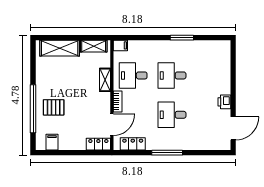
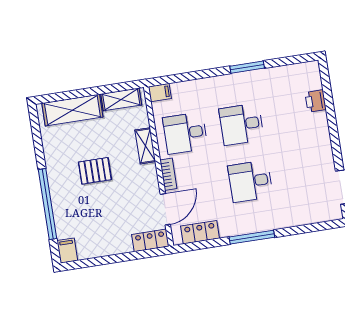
printer: (224, 102) -> (316, 101), moved
pallet: (54, 107) -> (95, 171), moved
filing cabinet: (52, 142) -> (67, 251), moved

